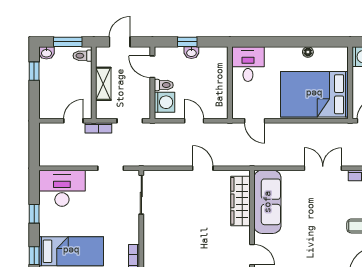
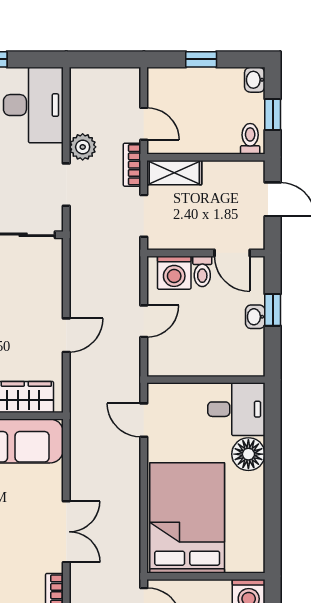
window: (68, 42) -> (273, 115), width x0.67
floor lamp: (308, 52) -> (248, 454), moved, width x1.89, depth x1.89
door: (152, 67) -> (232, 253), swing flipped
window: (34, 71) -> (201, 59), moved
shelving: (103, 84) -> (174, 173), moved
door: (255, 121) -> (144, 420), hinge flipped
plant: (88, 158) -> (83, 147), added

